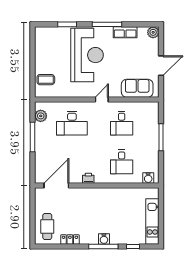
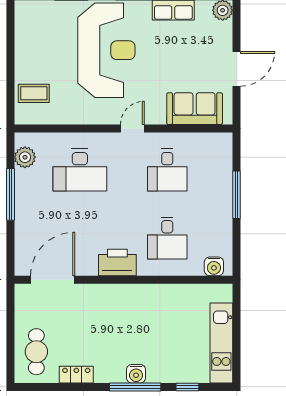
printer: (88, 178) -> (117, 262), width x1.87, depth x1.48

